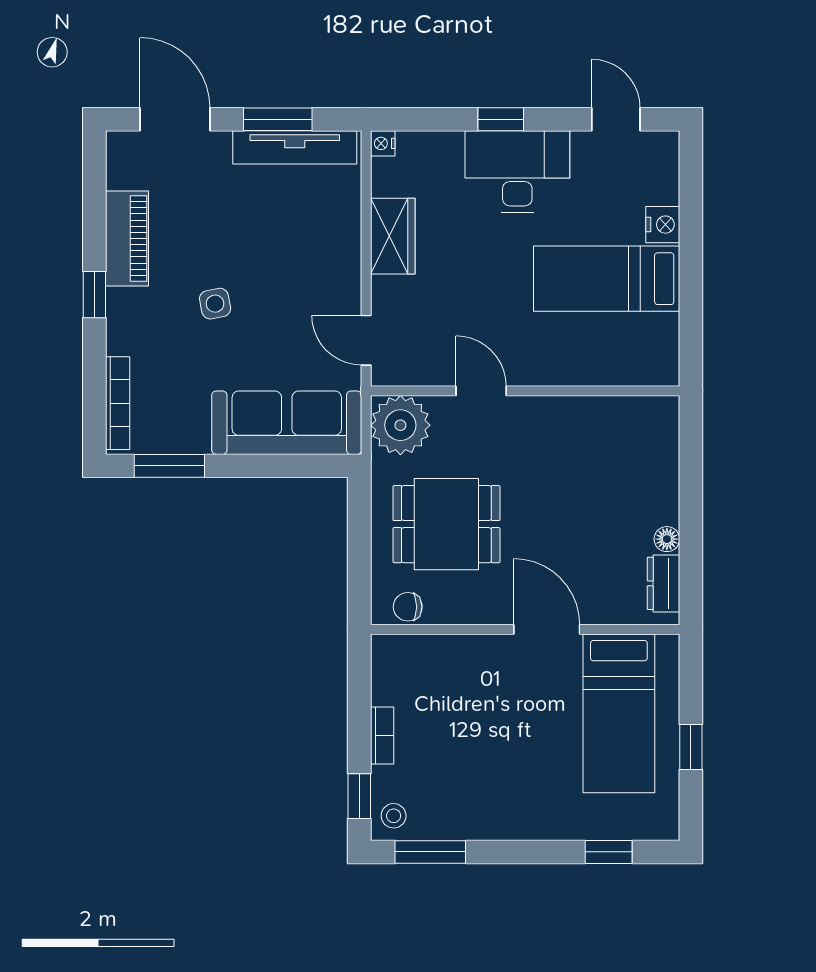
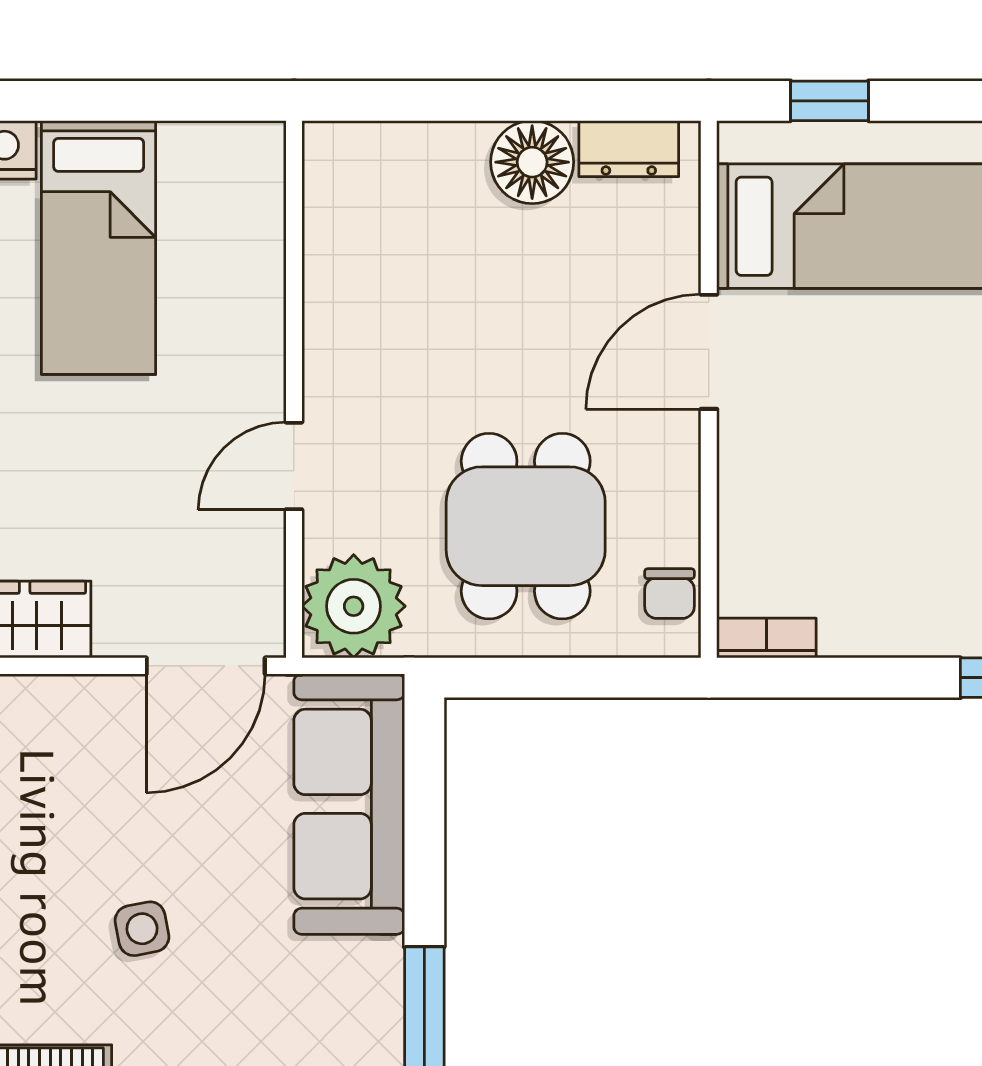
door: (366, 340) -> (206, 666), width x1.38
floor lamp: (667, 539) -> (532, 162), width x1.89, depth x1.89
bookcase: (382, 736) -> (766, 638), moved
window: (691, 747) -> (830, 101), moved

